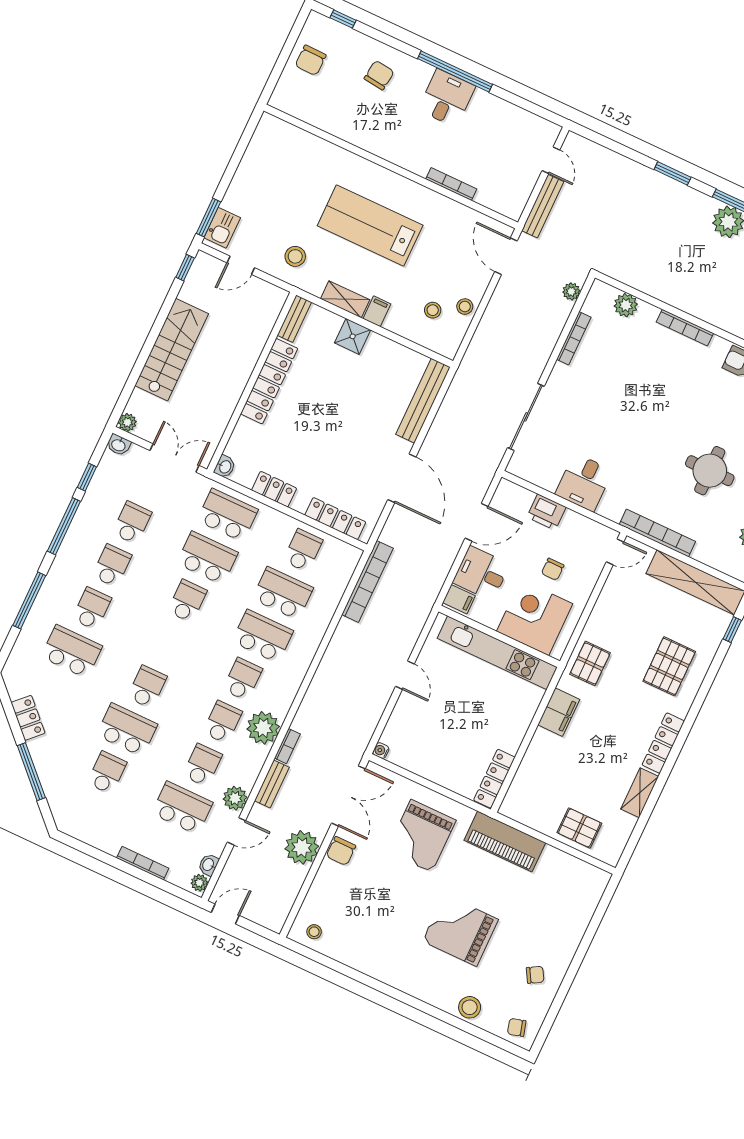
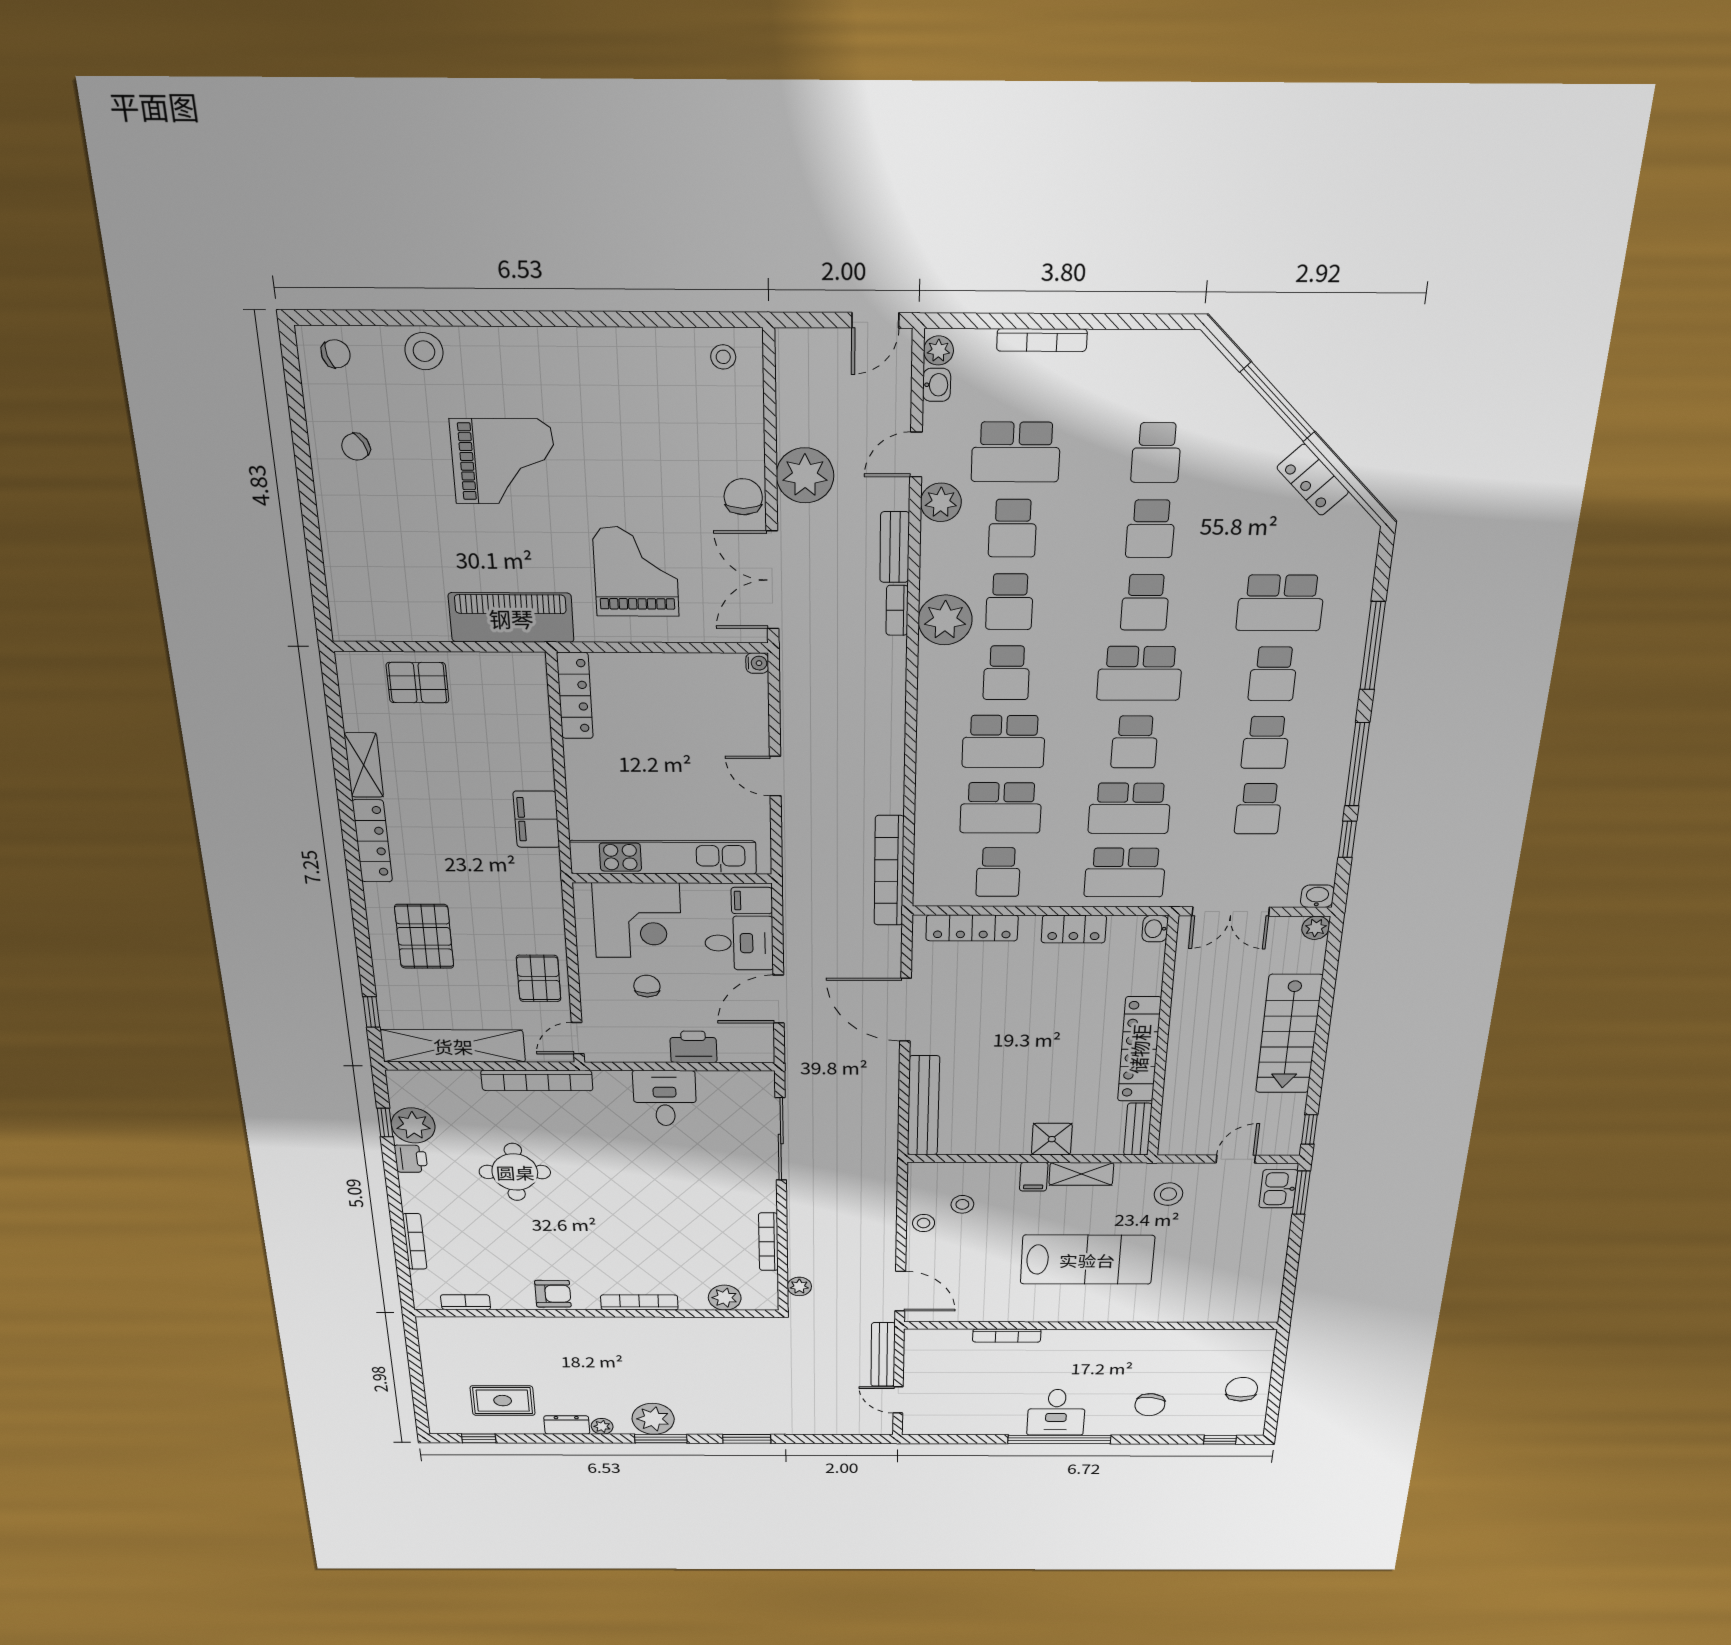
school desk: (167, 644) -> (1140, 673), added
pallet: (590, 663) -> (539, 978), moved
school desk: (127, 730) -> (1151, 529), width x0.54

